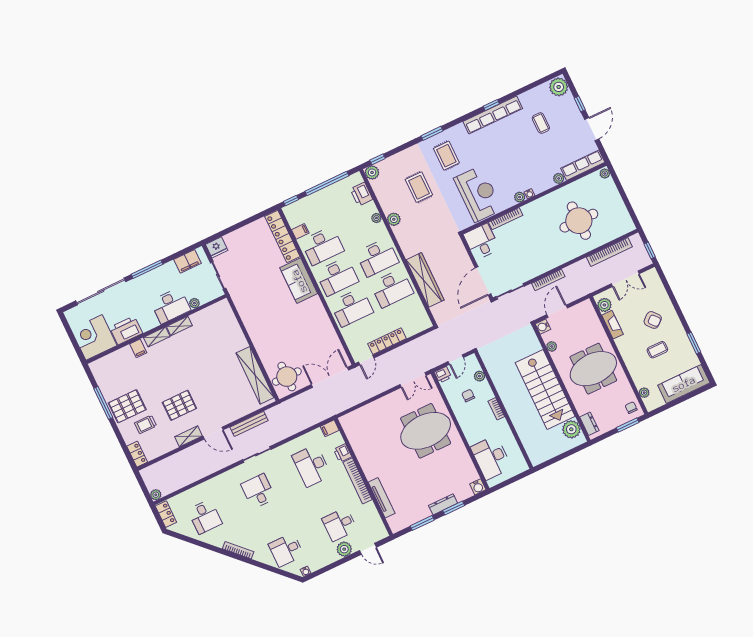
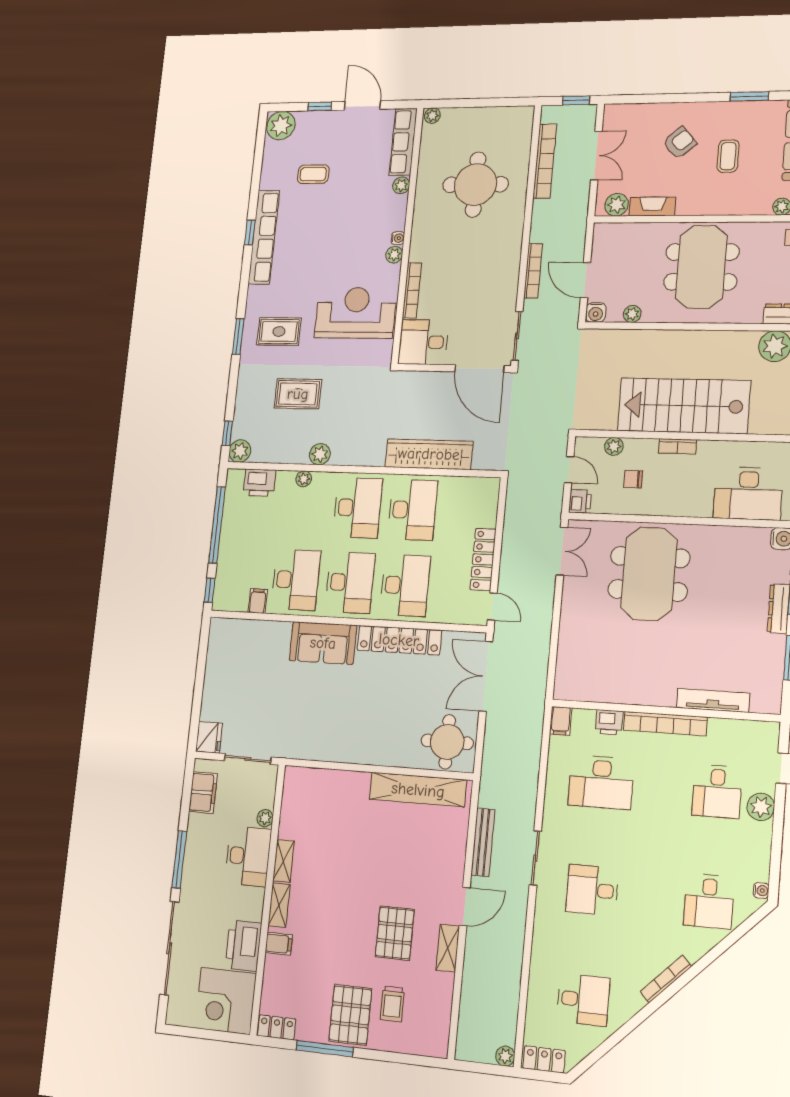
locker: (282, 237) -> (399, 640), moved
stairs: (545, 390) -> (684, 406), moved, turned 180
locker: (137, 454) -> (276, 1027), moved

